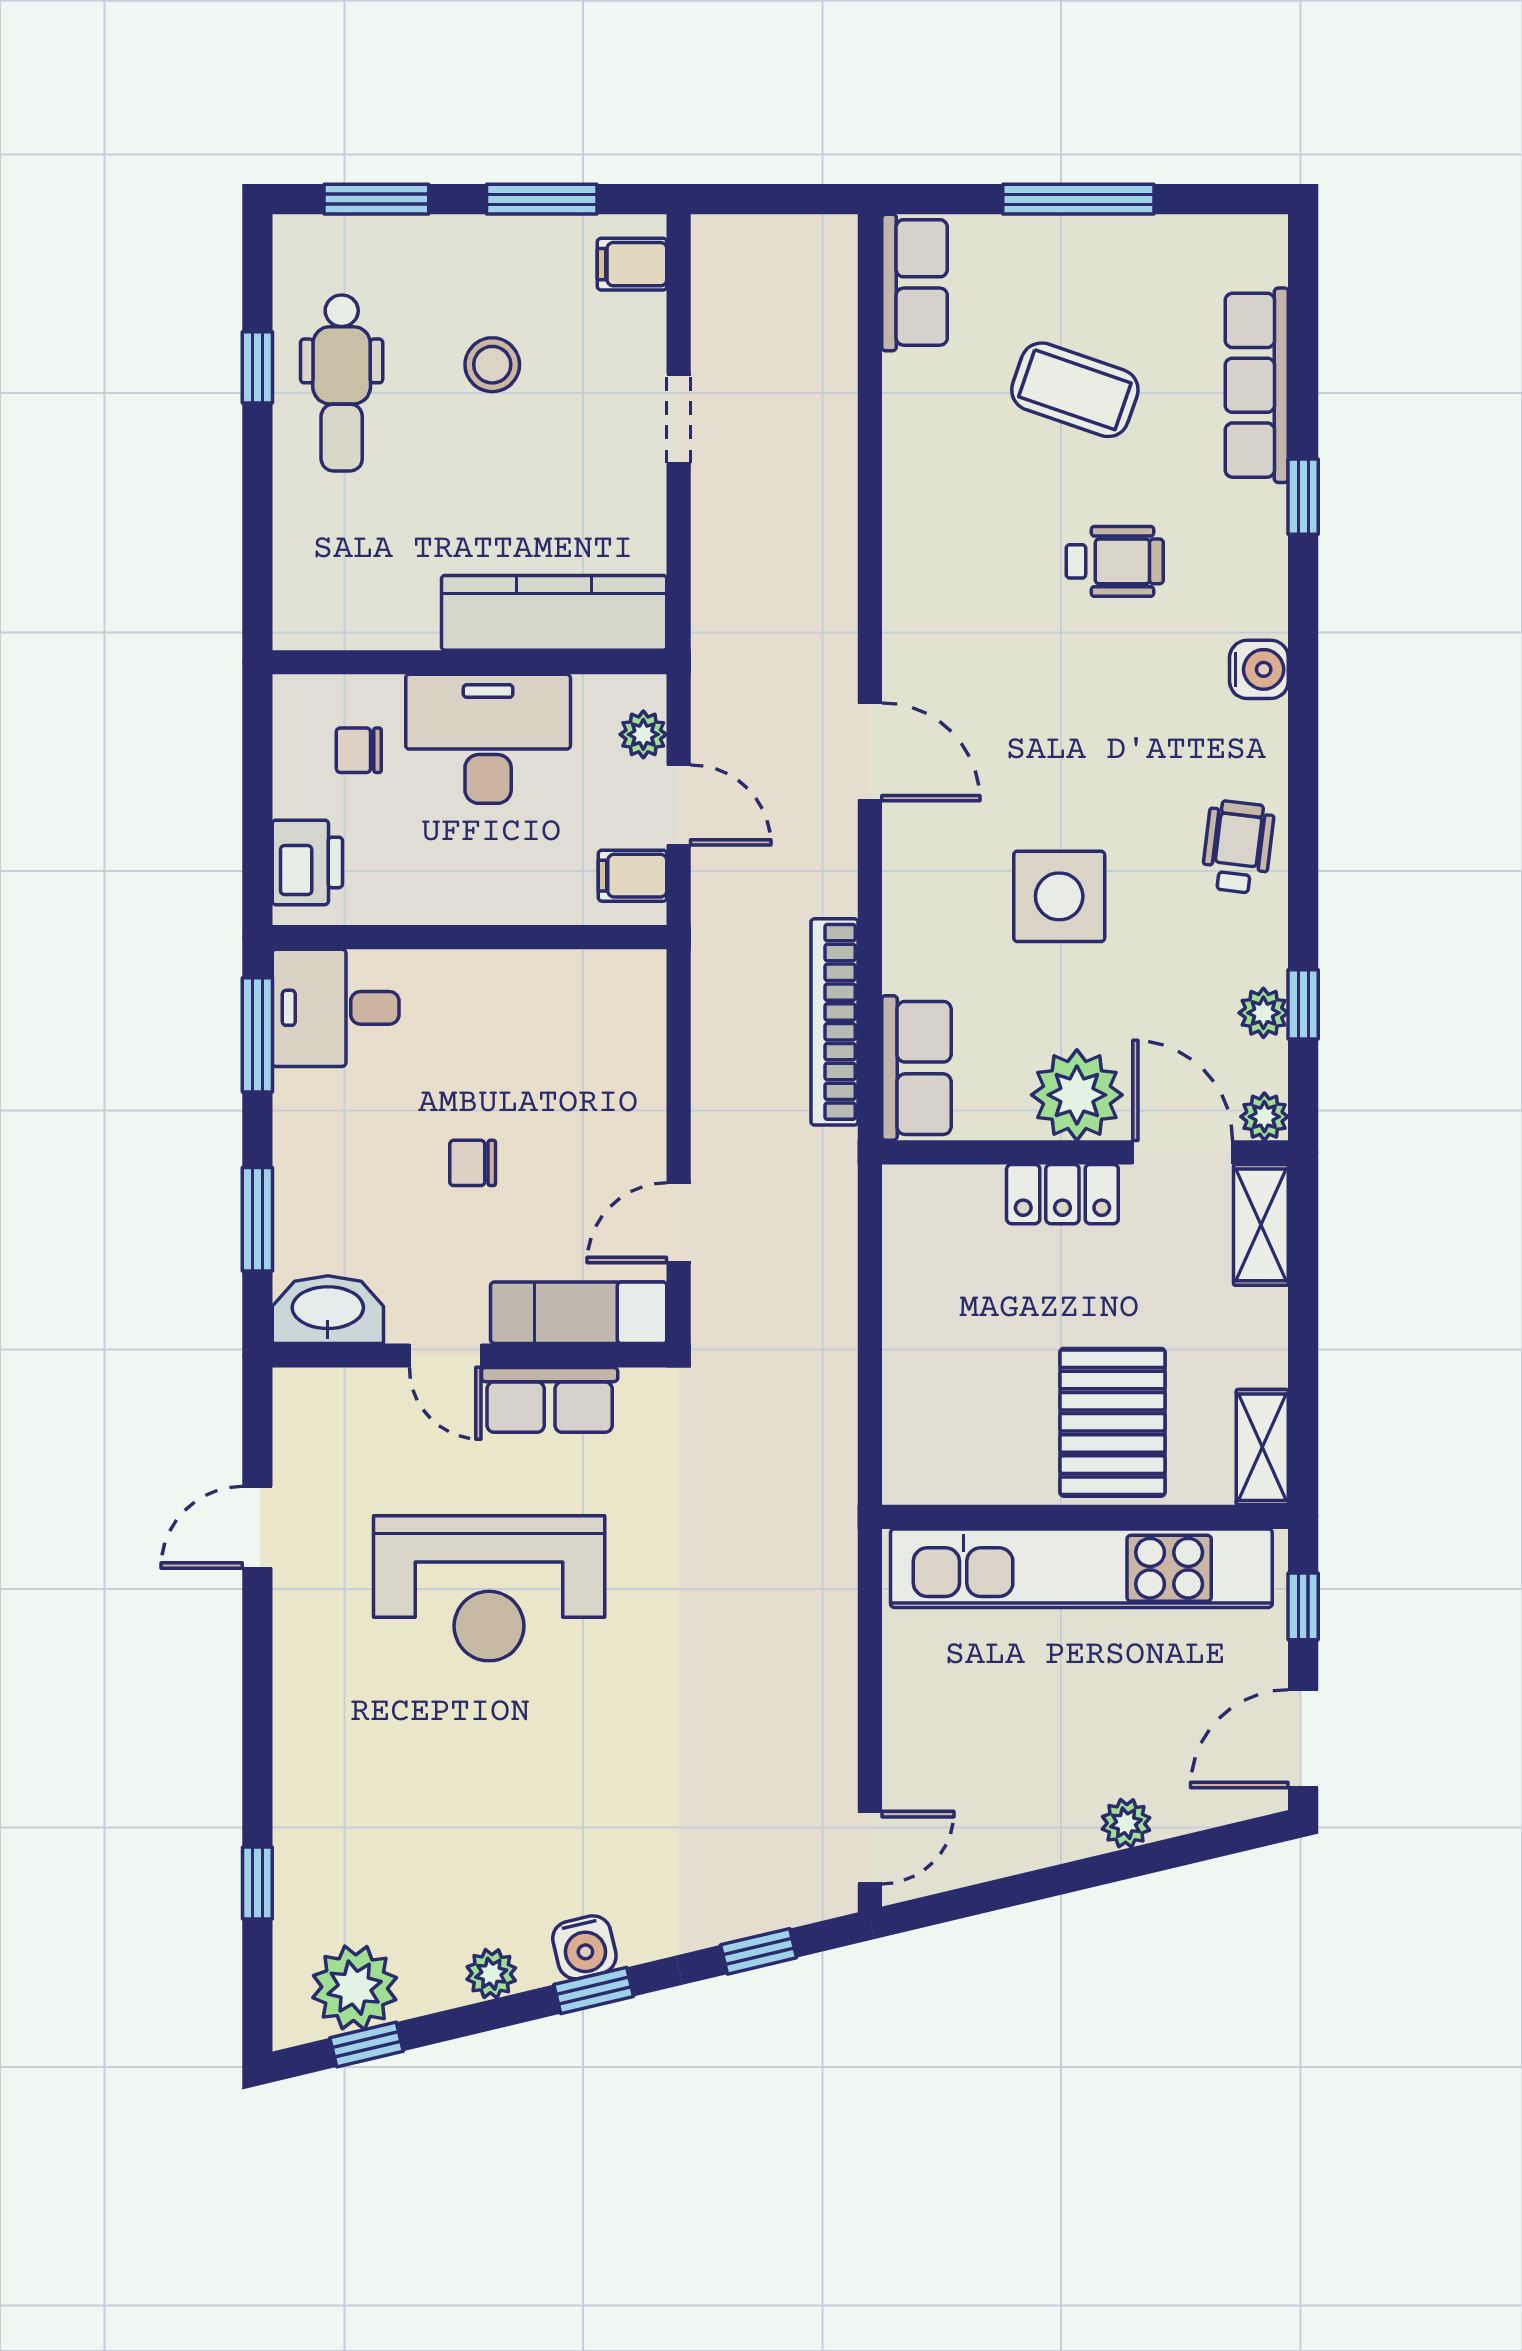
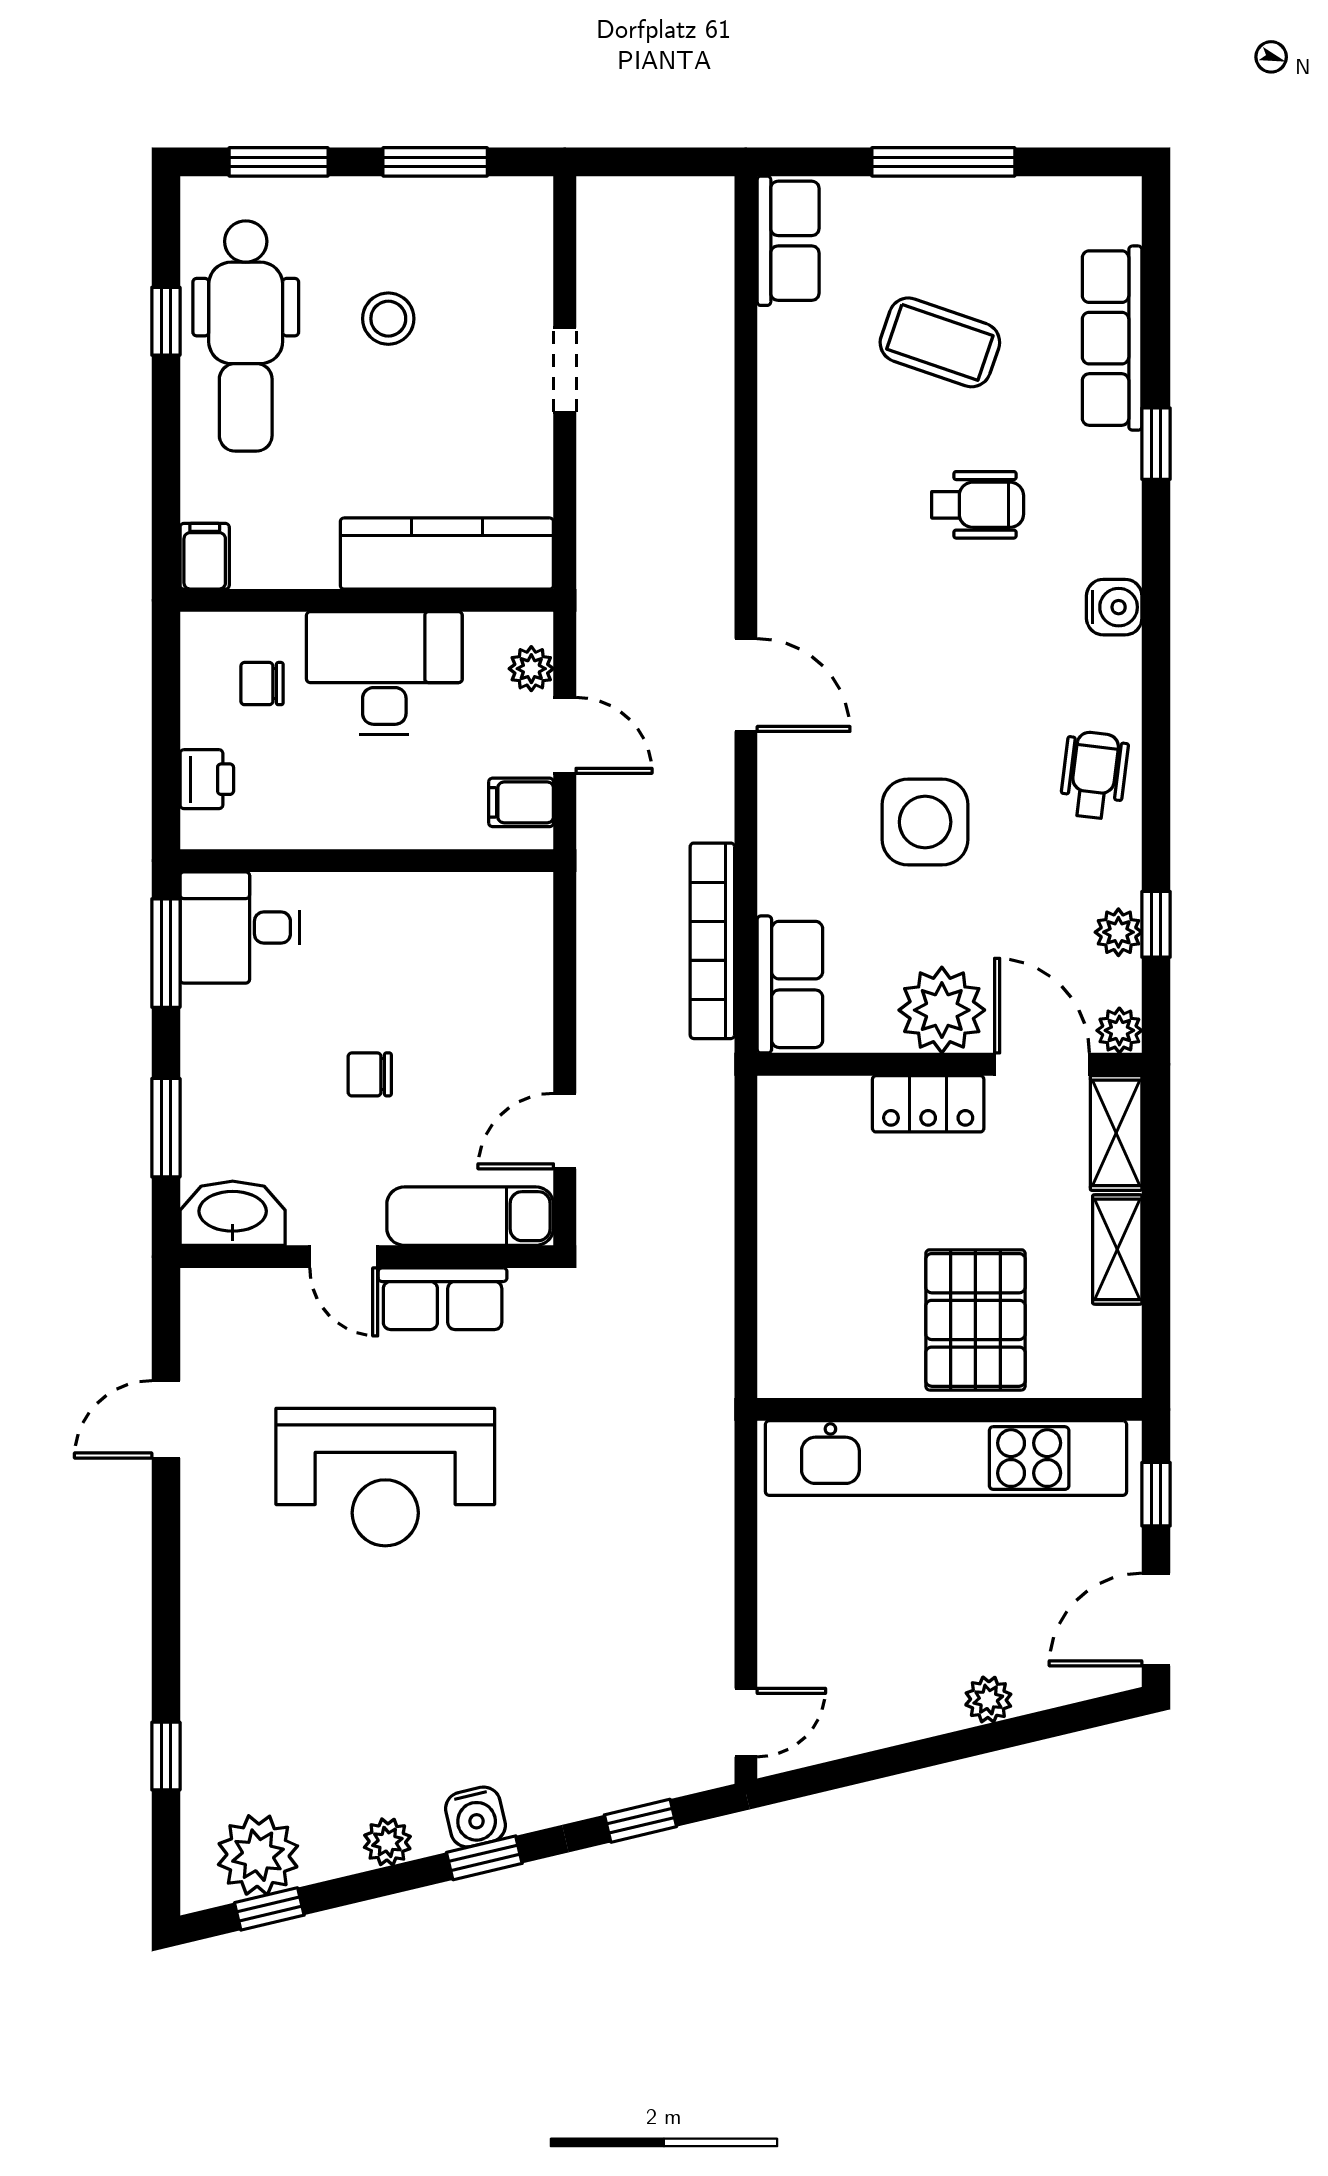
filing cabinet: (632, 264) -> (205, 556), moved, turned 90
dental chair: (342, 383) -> (246, 336), width x1.36, depth x1.38
printer: (307, 862) -> (207, 779), width x0.73, depth x0.81
shelving: (1262, 1447) -> (1117, 1249), moved

